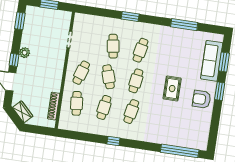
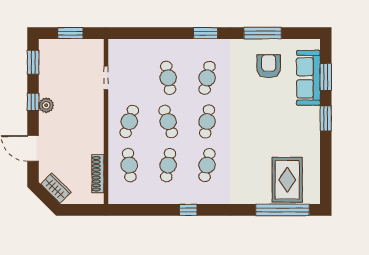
window: (130, 17) -> (206, 33), moved
window: (14, 60) -> (33, 102), moved
rug: (172, 89) -> (287, 180), moved, width x1.36, depth x1.43
armchair: (202, 99) -> (269, 66), moved, turned 90

